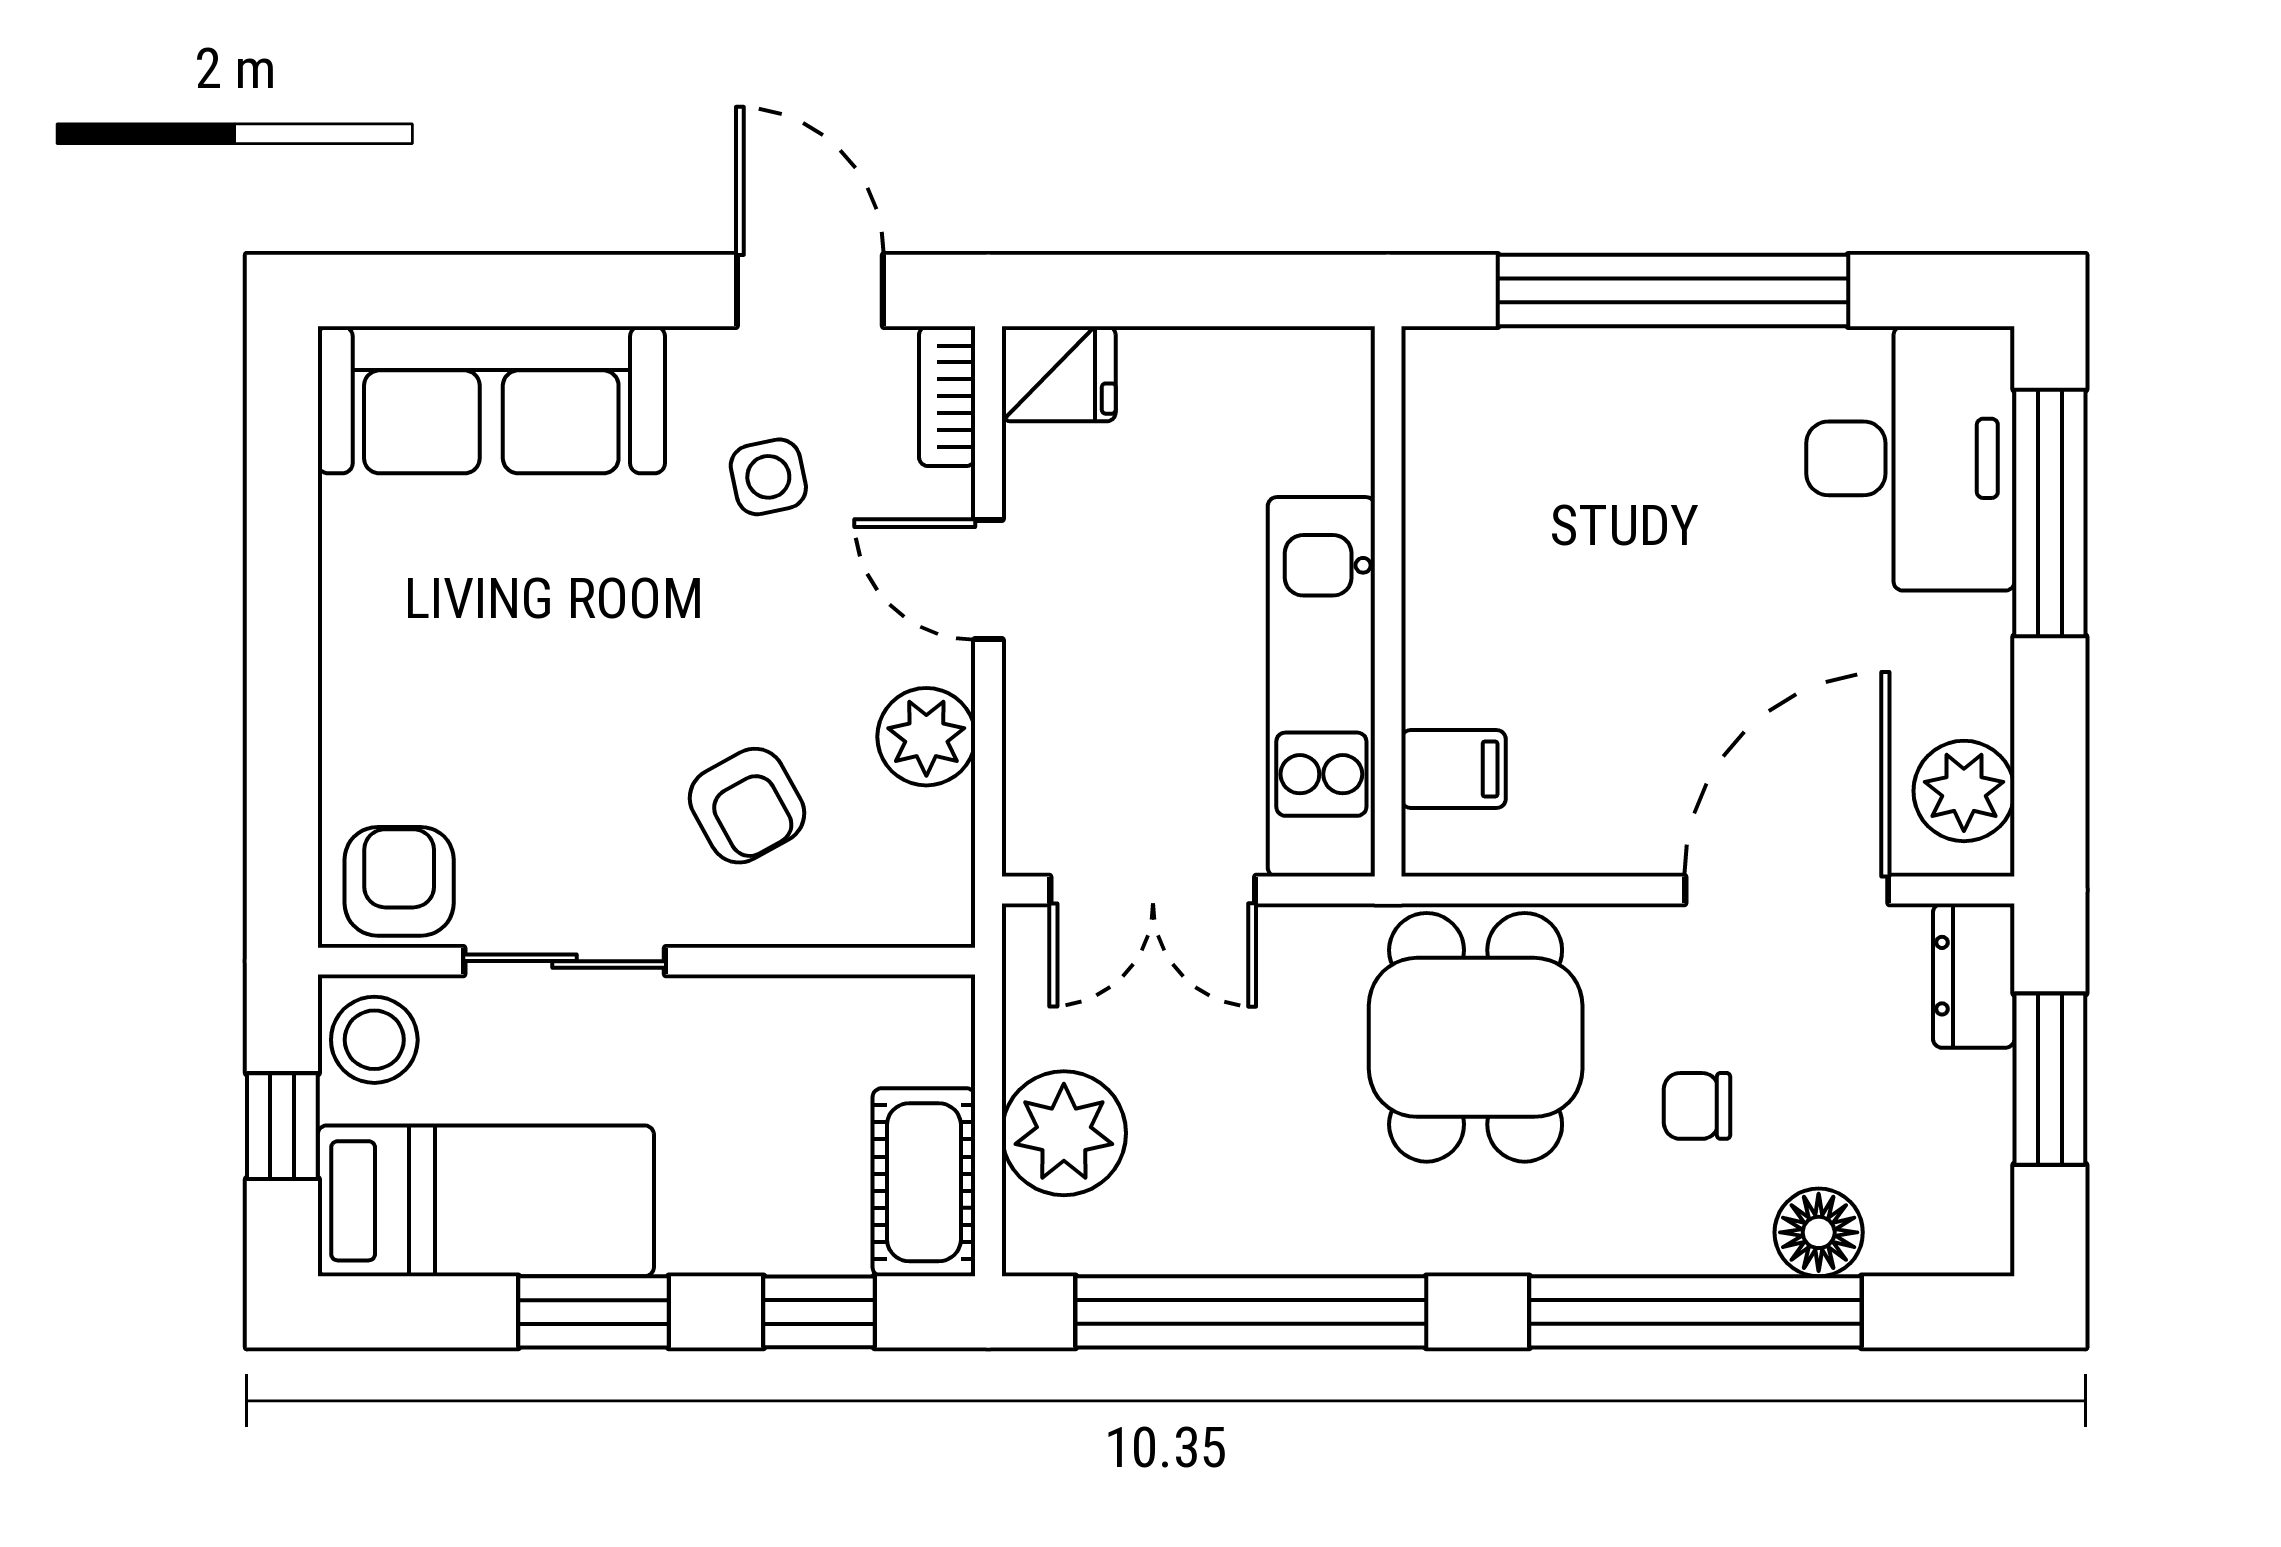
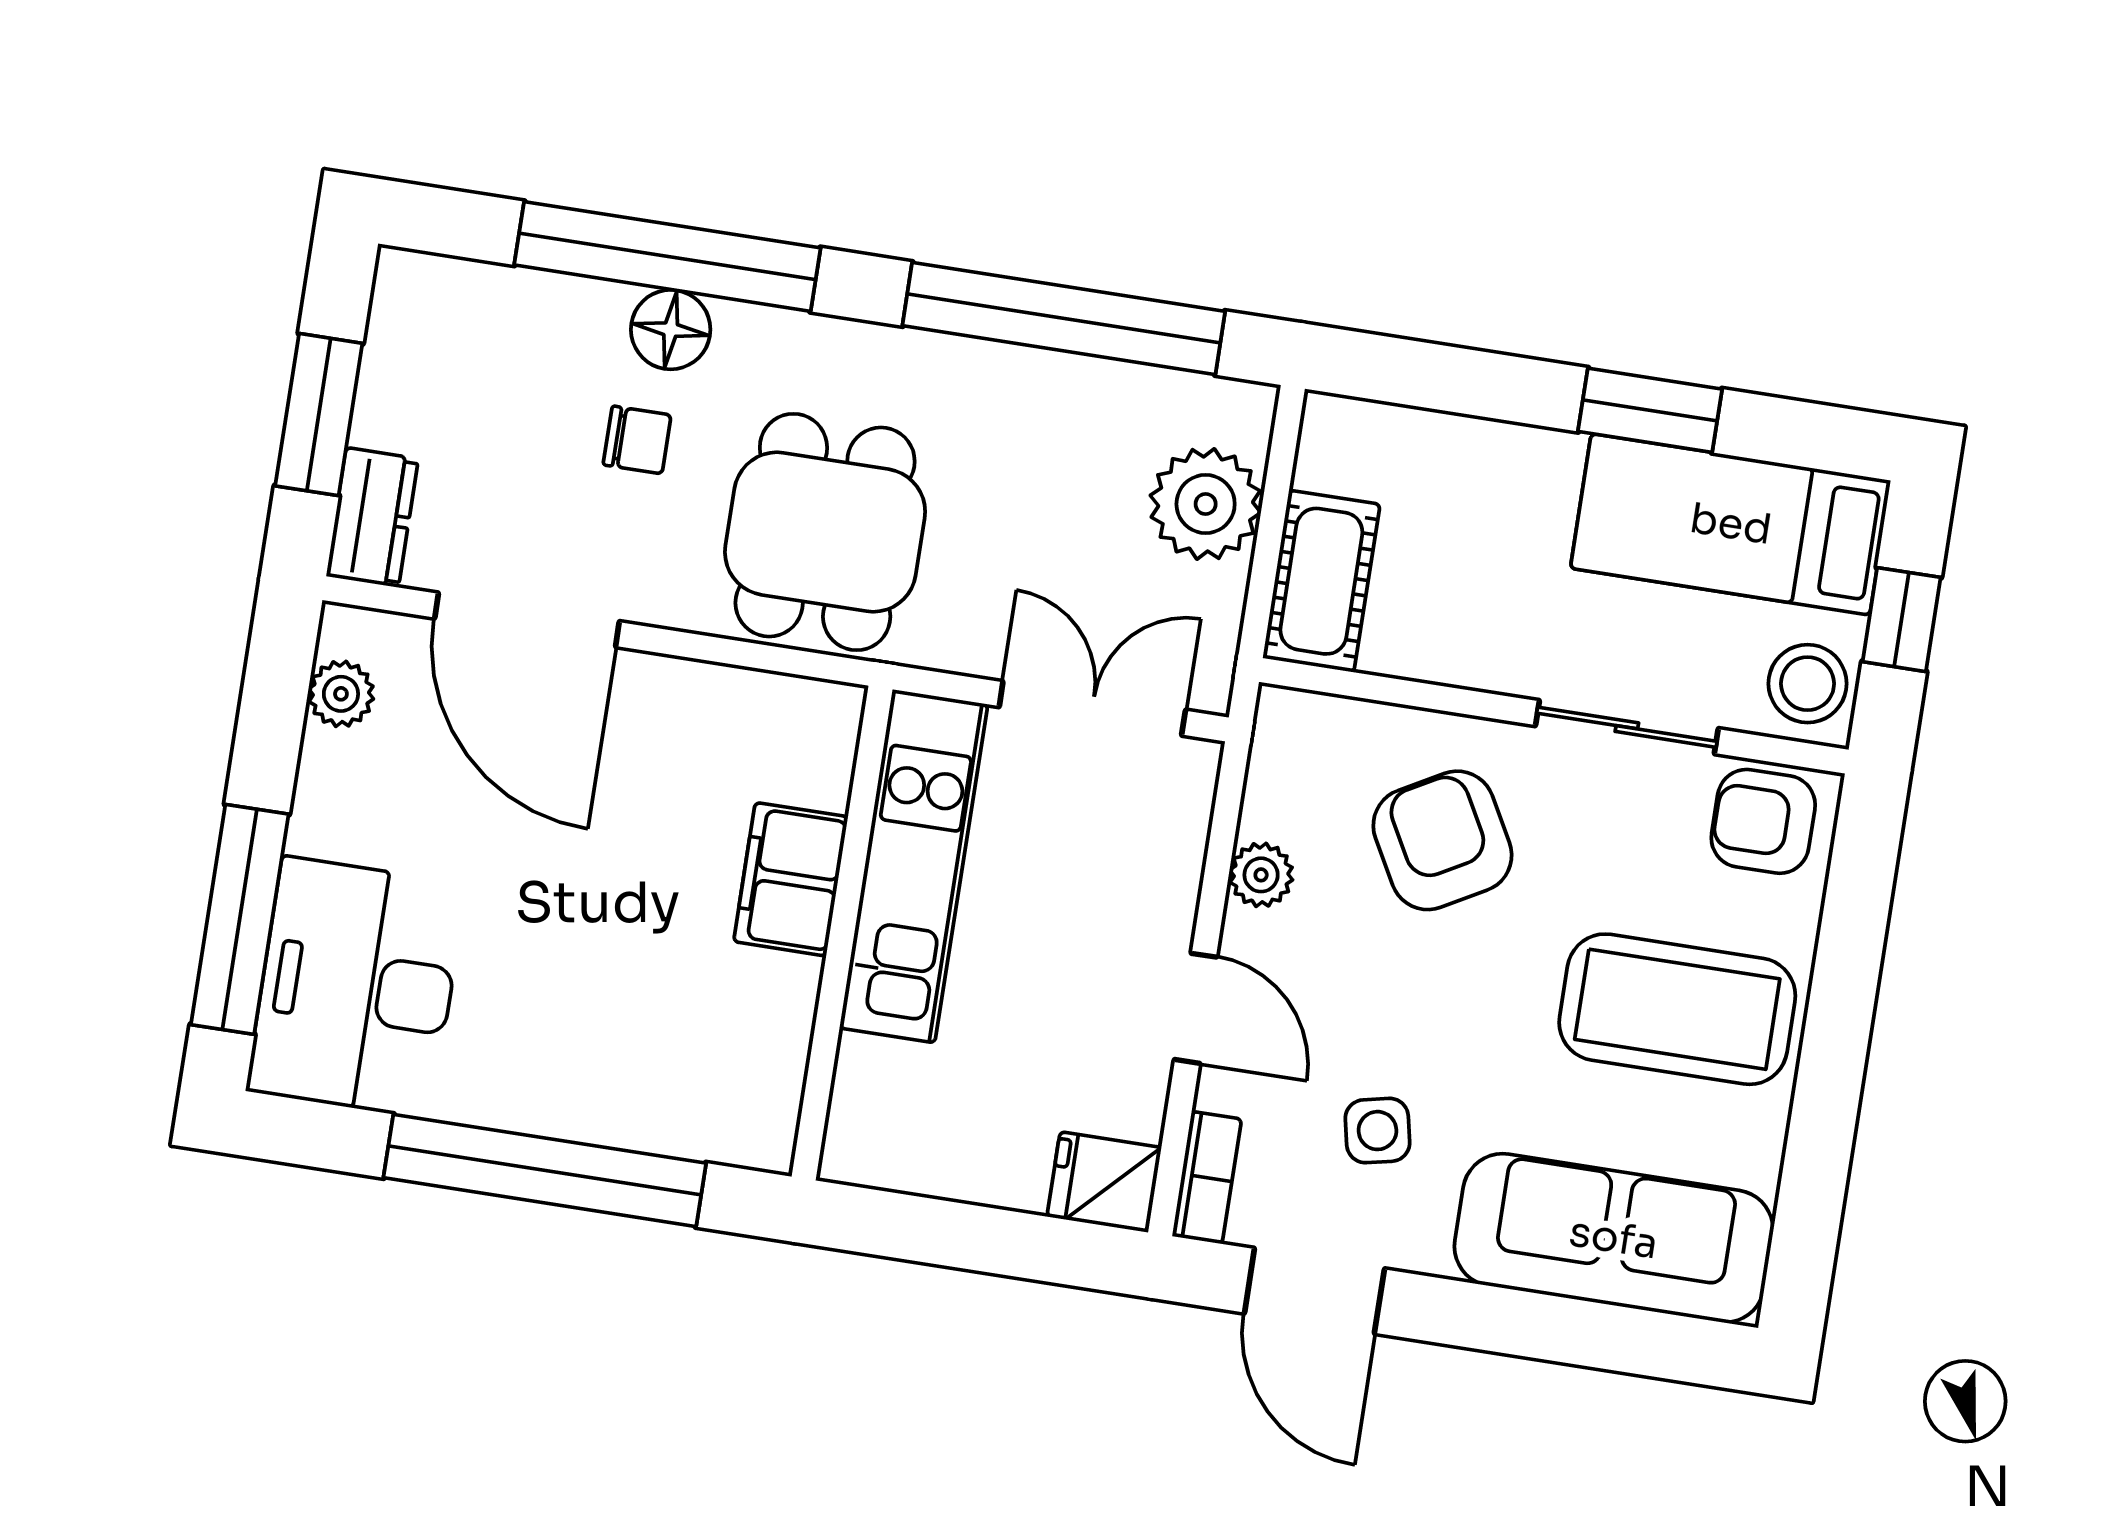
coffee table: (461, 661) -> (1677, 1009), added
plant: (926, 737) -> (1261, 875), width x0.73, depth x0.73
filing cabinet: (1454, 769) -> (791, 879), moved, width x2.00
plant: (1964, 791) -> (341, 694), width x0.73, depth x0.73
armchair: (747, 806) -> (1442, 840), width x1.38, depth x1.38
armchair: (399, 881) -> (1763, 821), turned 90
door: (1787, 890) -> (527, 620), hinge flipped
cot: (924, 1182) -> (1321, 581), moved
floor lamp: (1819, 1232) -> (671, 330), moved
window: (819, 1312) -> (1449, 379), removed

